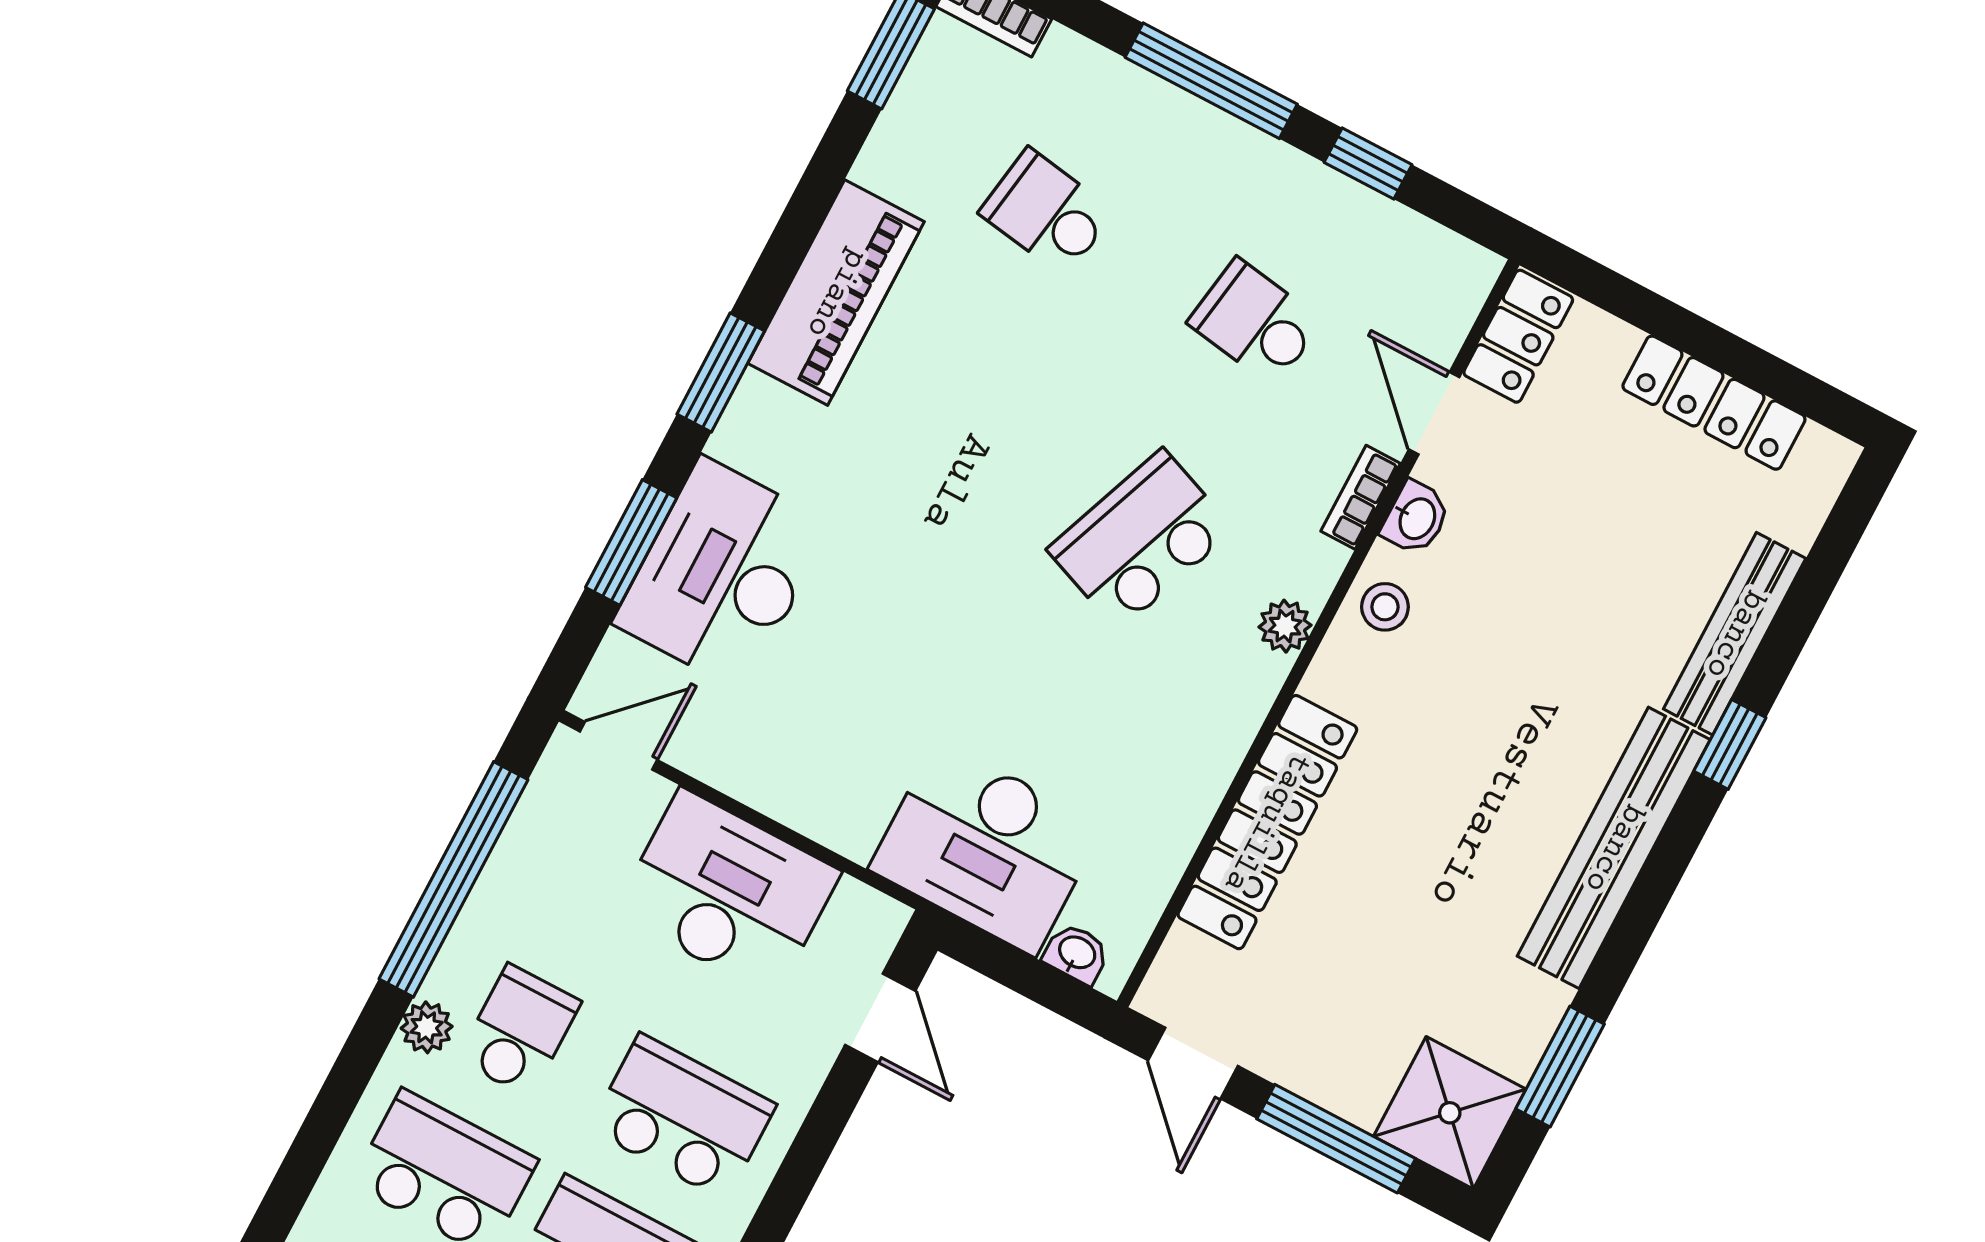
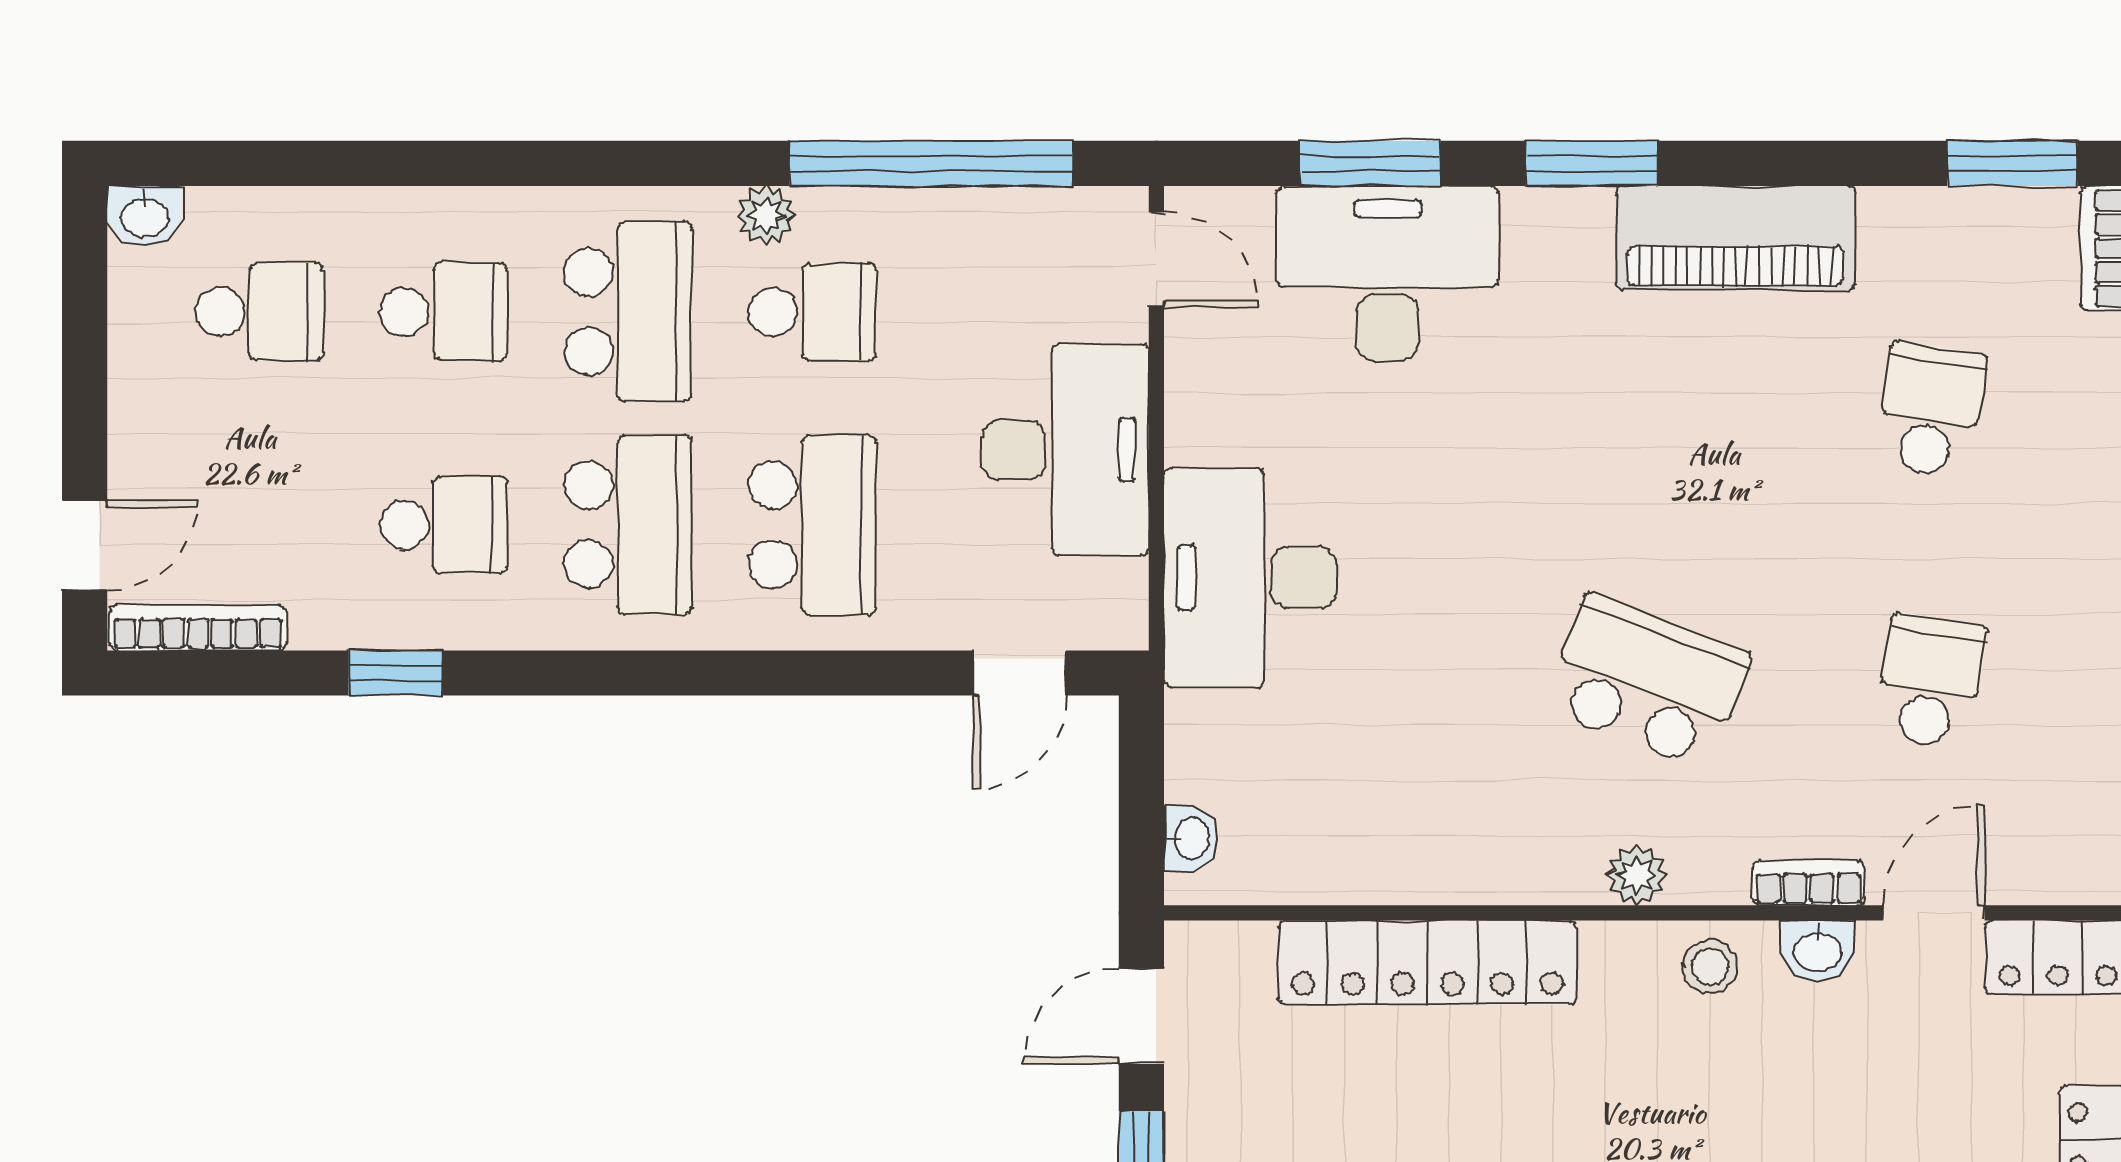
desk: (986, 847) -> (1250, 578), moved

